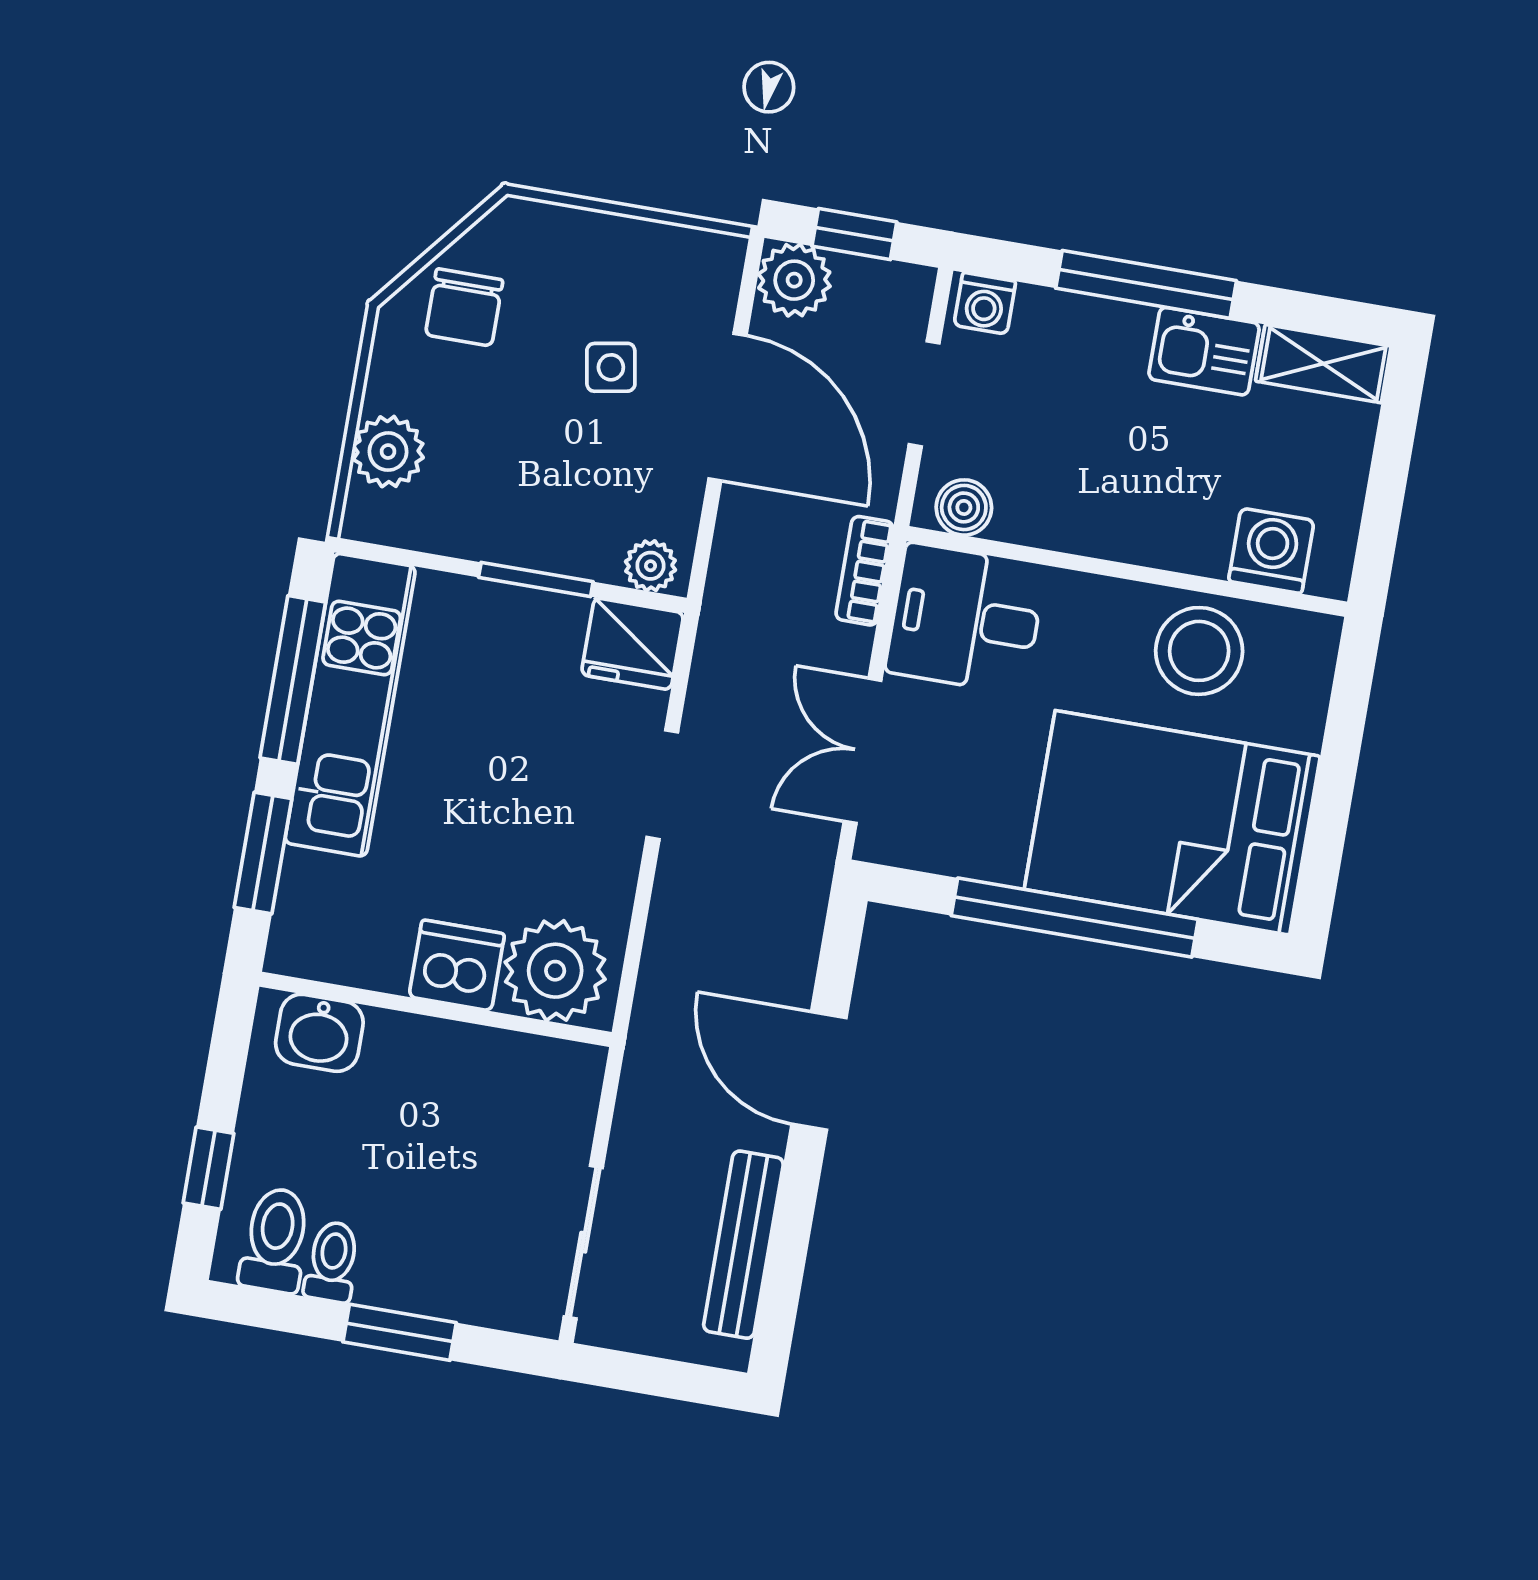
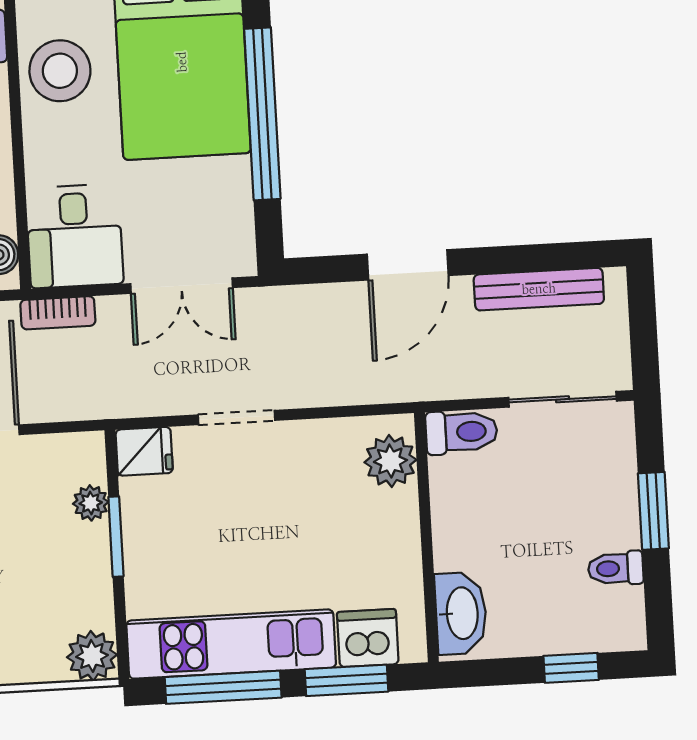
plant: (388, 452) -> (92, 656), moved
plant: (651, 566) -> (91, 503), moved
fridge: (633, 644) -> (144, 451), width x0.72
dishwasher: (457, 965) -> (368, 638), moved, turned 90
plant: (555, 971) -> (390, 461), width x0.73, depth x0.73
washbasin: (319, 1033) -> (461, 613), width x1.38
toilet: (275, 1240) -> (461, 432), moved, turned 180

